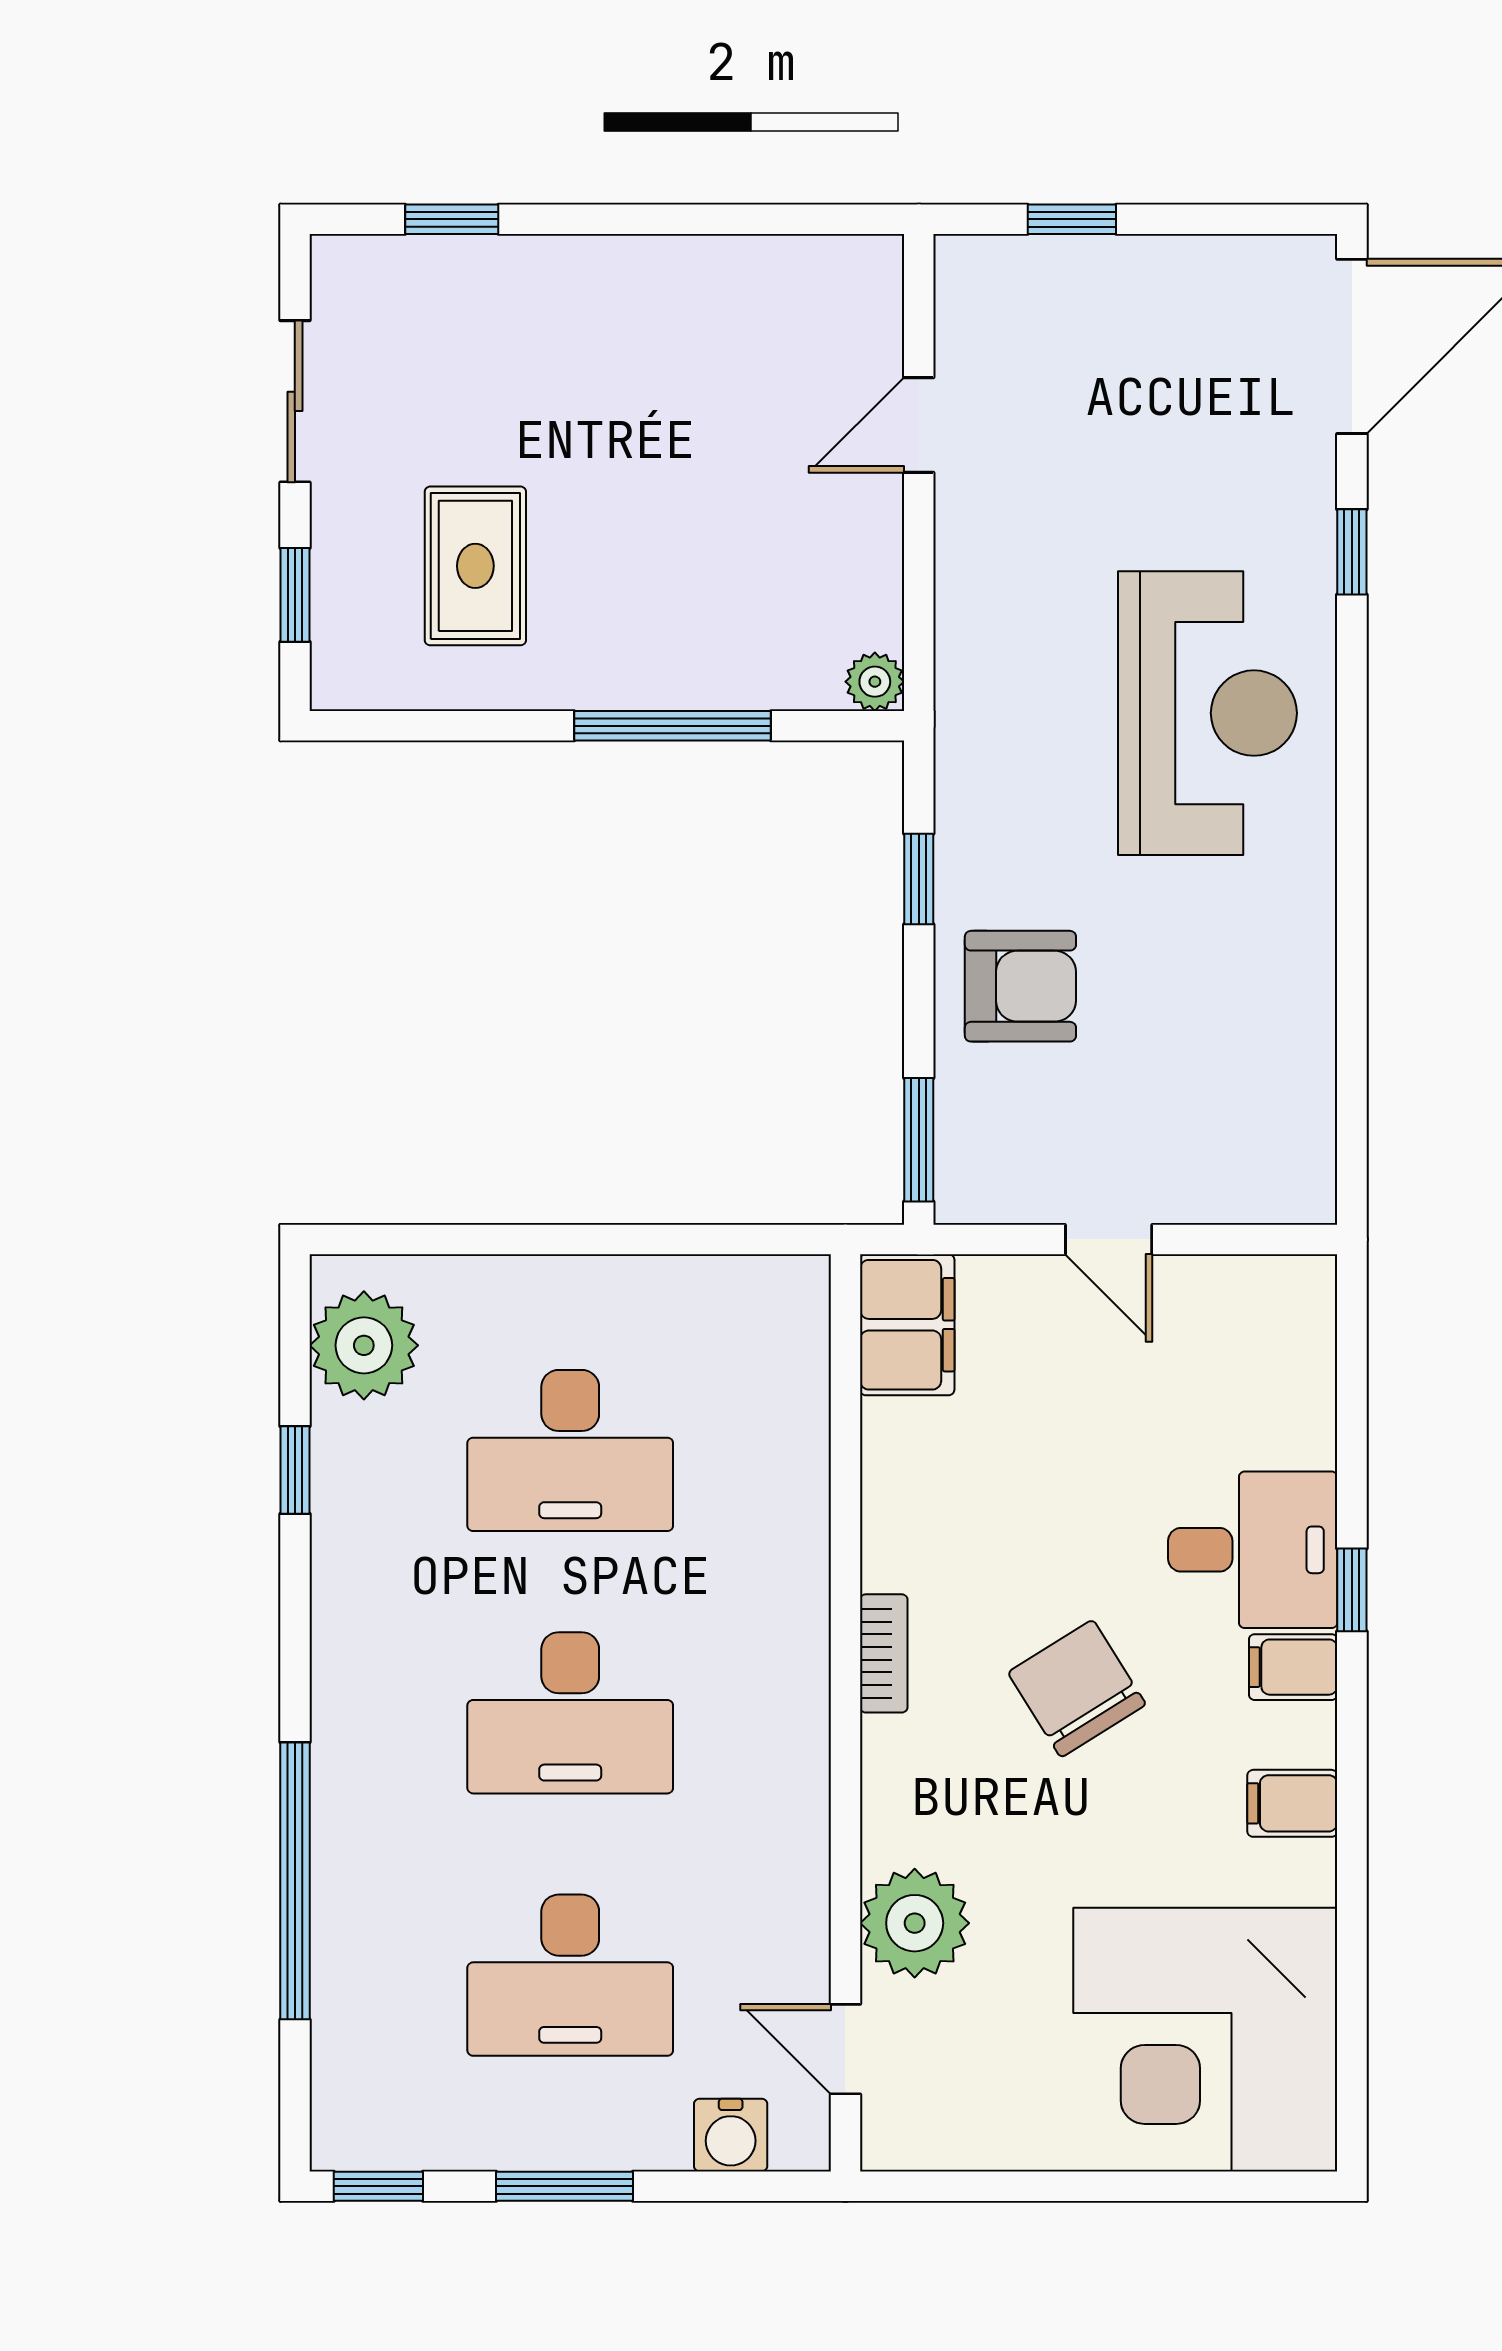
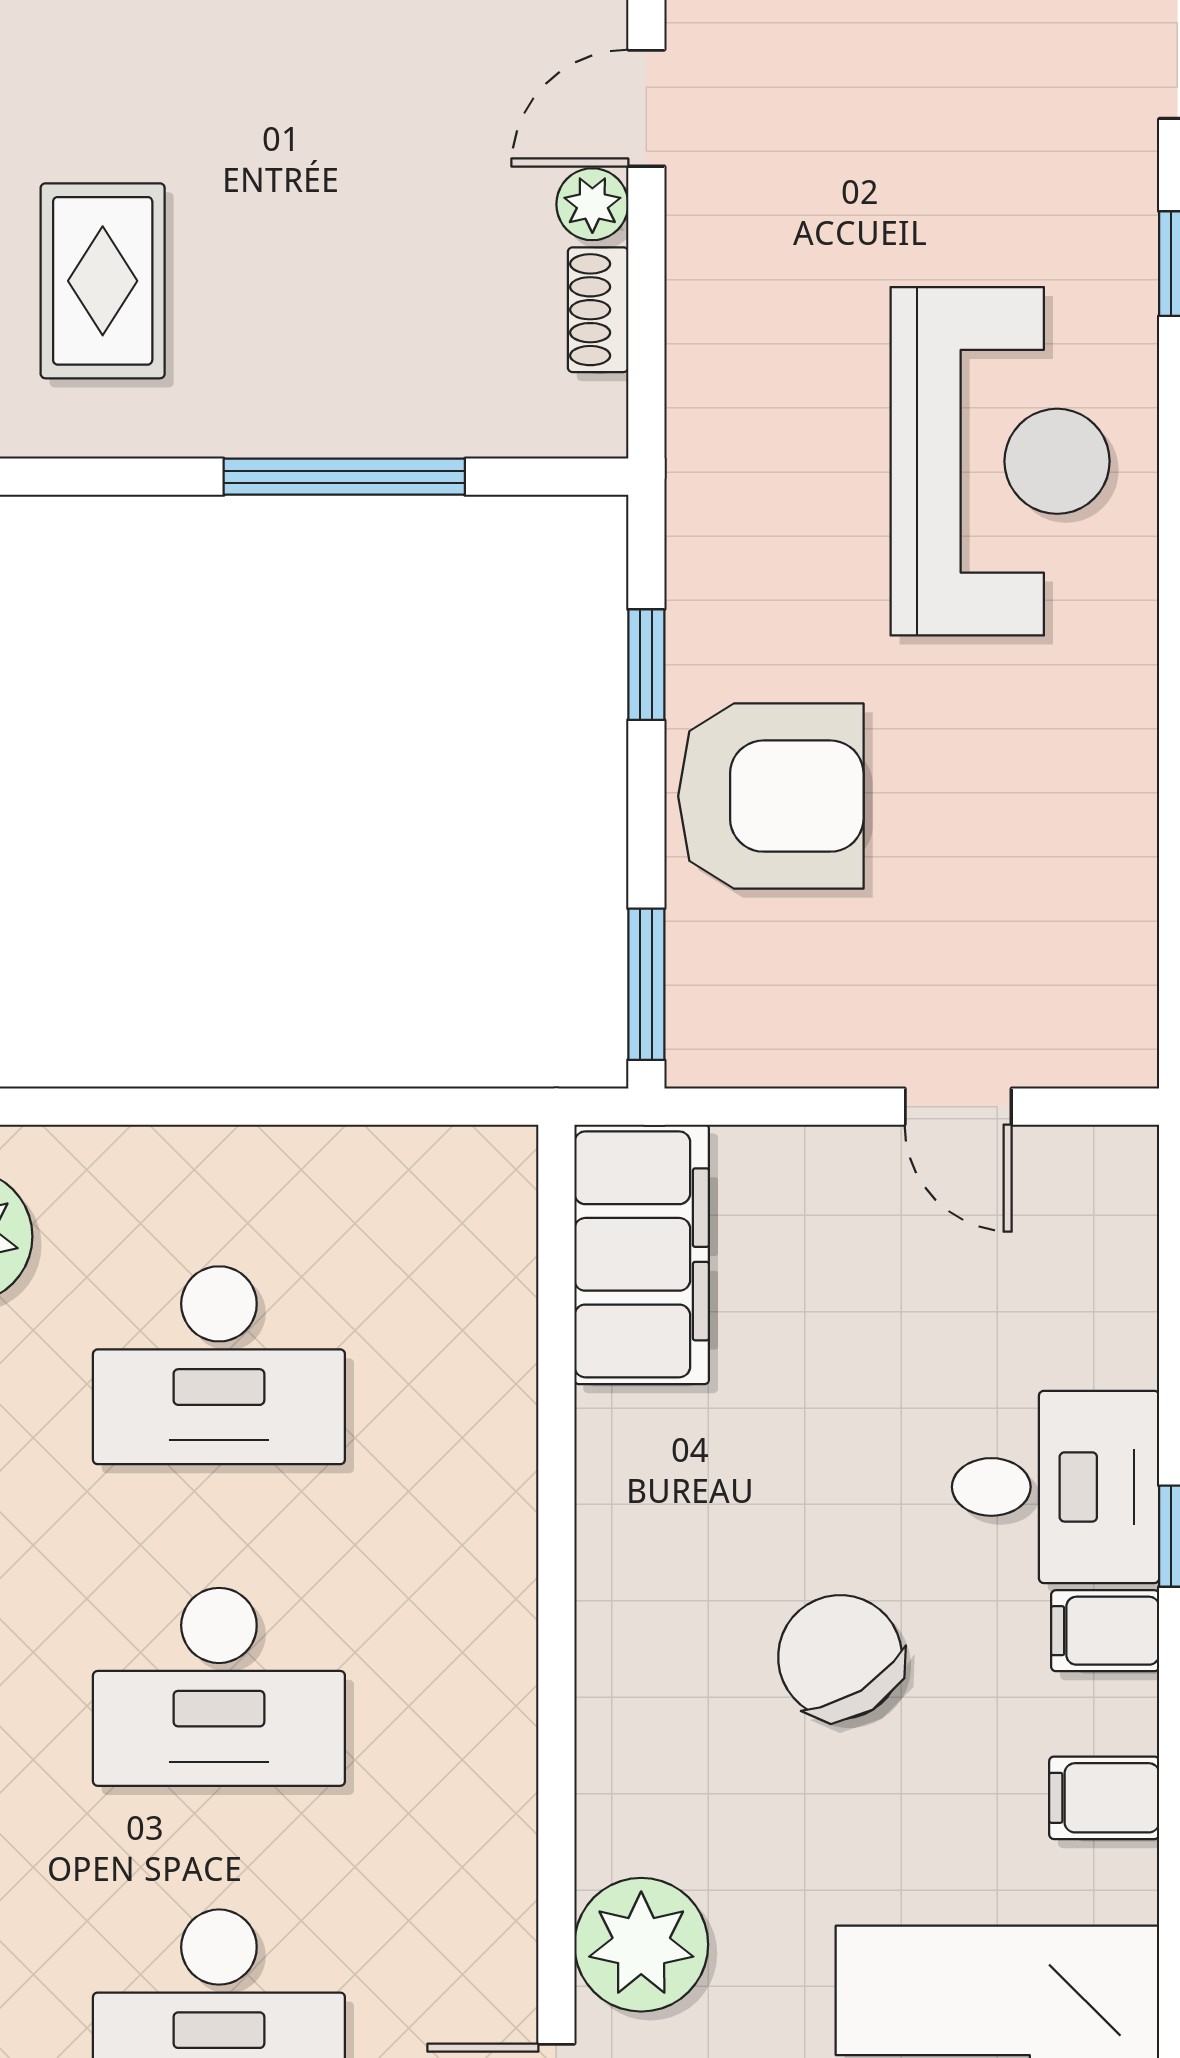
shoe rack: (879, 589) -> (598, 310), added
plant: (875, 682) -> (592, 204), moved
armchair: (1020, 986) -> (771, 796), width x1.36, depth x1.36
door: (1109, 1239) -> (958, 1107), moved
filing cabinet: (907, 1325) -> (642, 1254), width x1.50, depth x1.17
bookcase: (884, 1653) -> (603, 1614), removed

